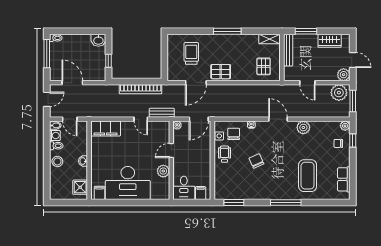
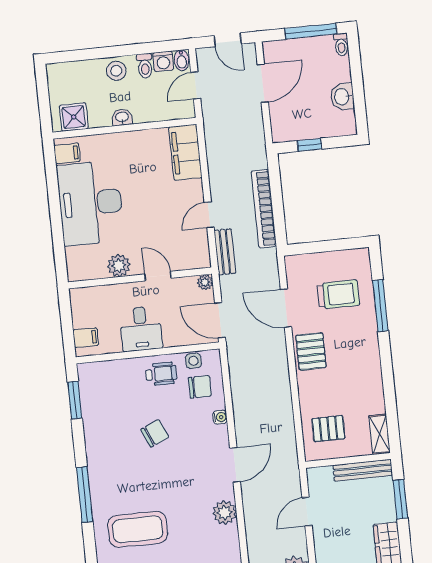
window: (227, 31) -> (380, 306), moved
washbasin: (98, 40) -> (342, 97), moved
desk: (184, 188) -> (141, 329), moved, turned -90

